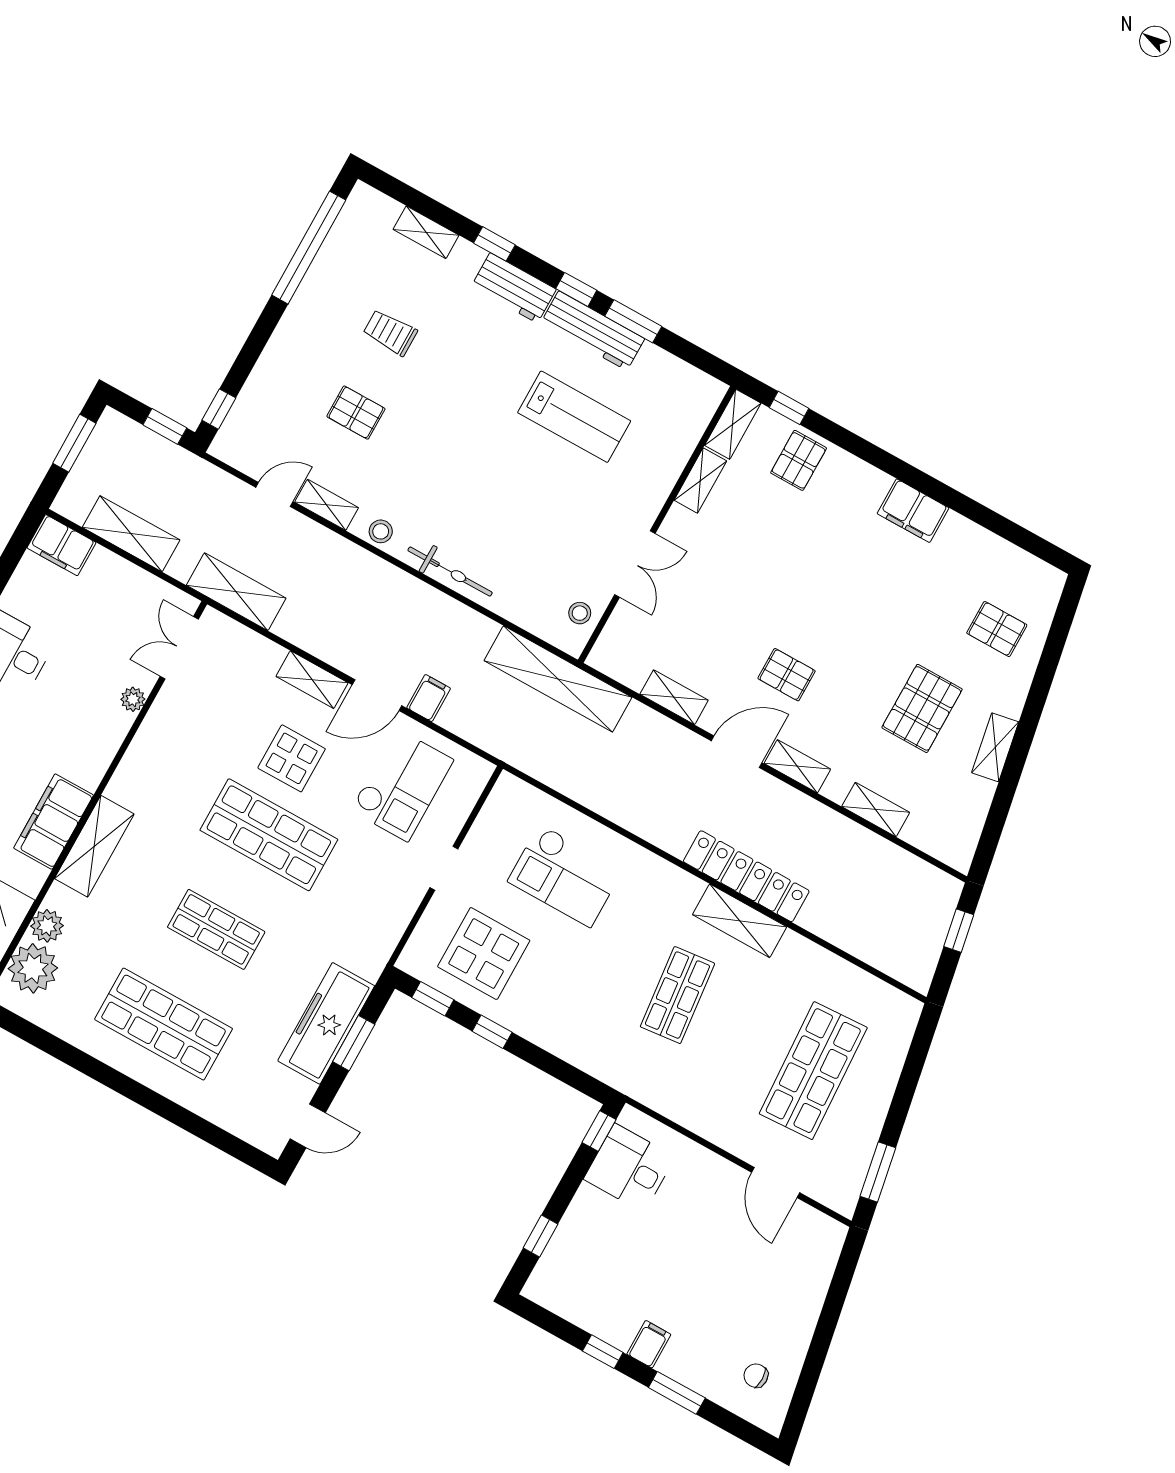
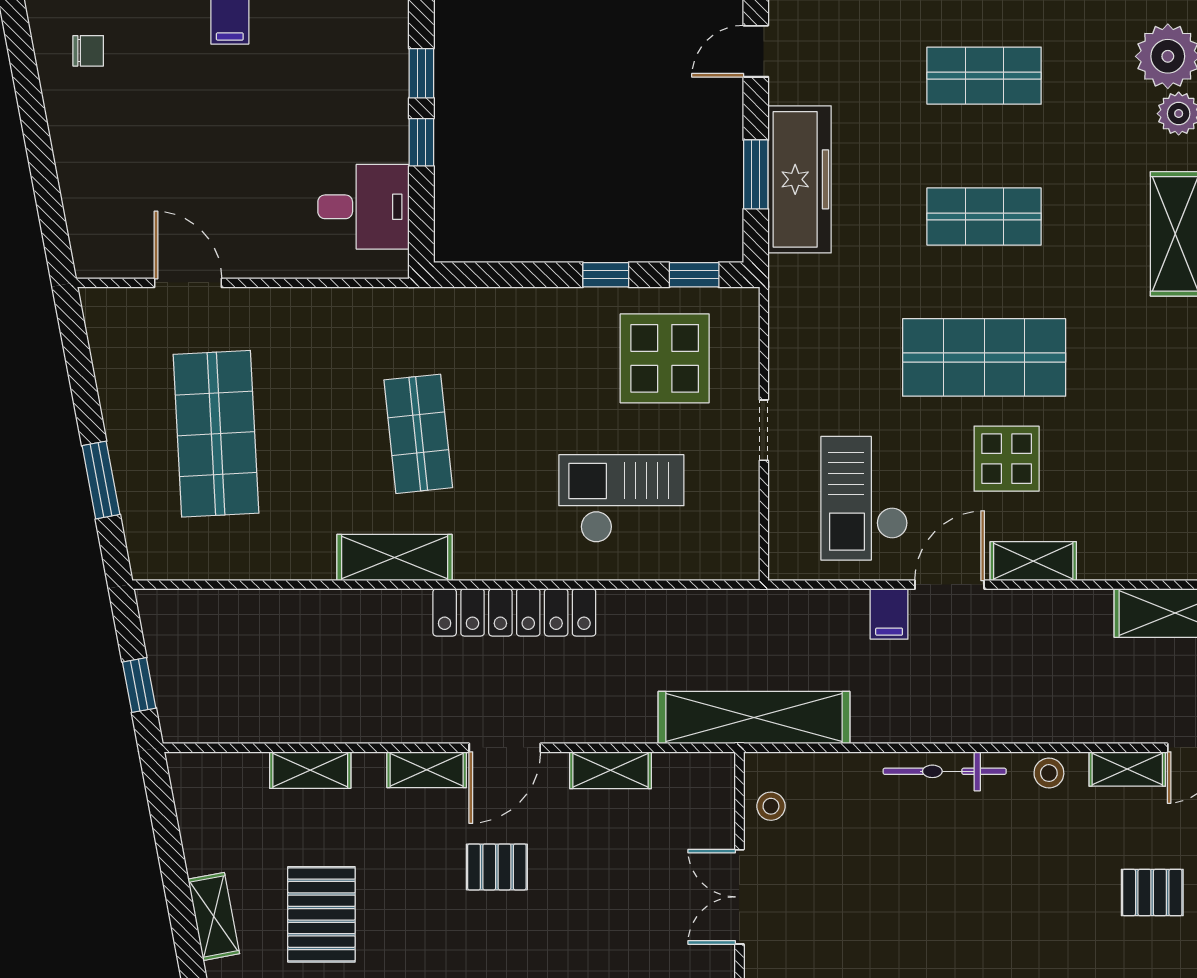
locker: (746, 876) -> (514, 612), moved
shop shelf: (164, 1024) -> (984, 76), width x0.70, depth x0.74
window: (599, 1131) -> (421, 142), moved
window: (878, 1172) -> (101, 480), moved

